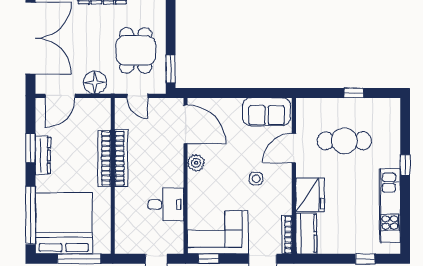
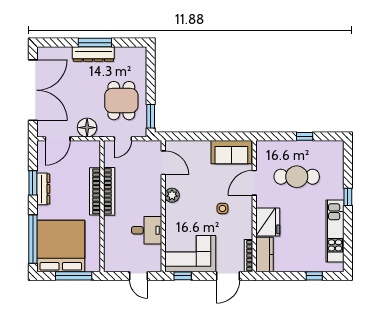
door: (137, 96) -> (123, 139), hinge flipped
door: (186, 124) -> (163, 163), width x0.73

